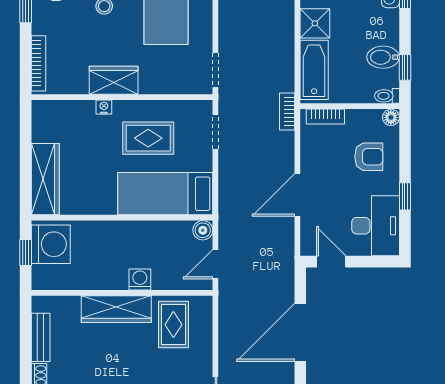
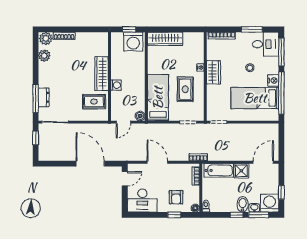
bidet: (383, 57) -> (243, 204), moved
window: (405, 67) -> (237, 215), moved
window: (405, 196) -> (174, 215), moved
door: (215, 264) -> (123, 122), swing flipped
bench: (41, 337) -> (88, 37), removed

